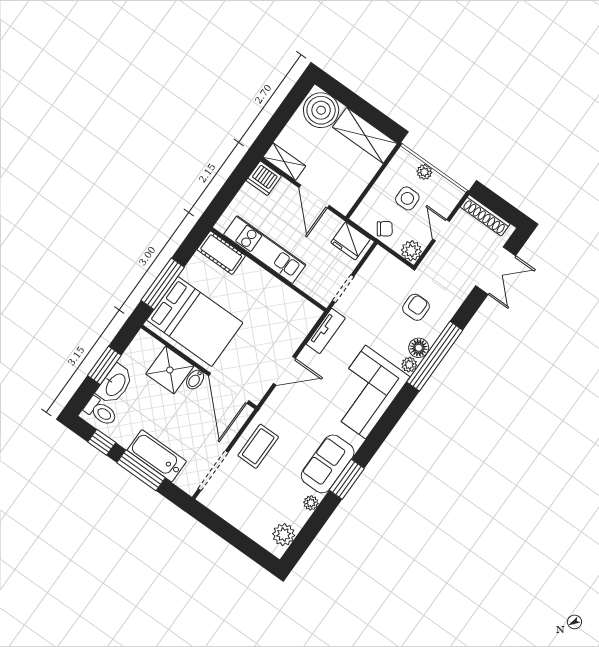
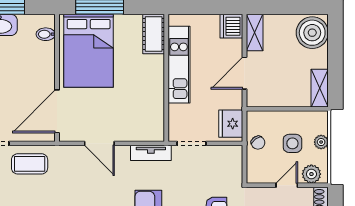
shelving: (365, 135) -> (320, 88), width x0.67, depth x0.75
plant: (411, 251) -> (311, 174), moved
shower: (170, 370) -> (39, 58), removed
bidet: (195, 379) -> (46, 34), moved

